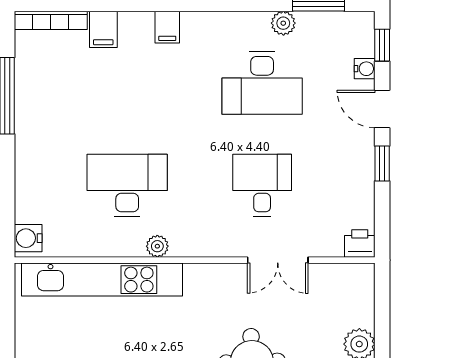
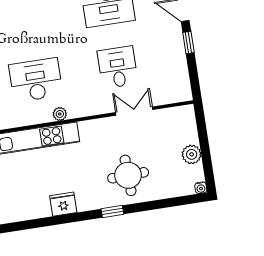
printer: (360, 244) -> (182, 93), removed
double door: (278, 260) -> (134, 111), swing flipped

